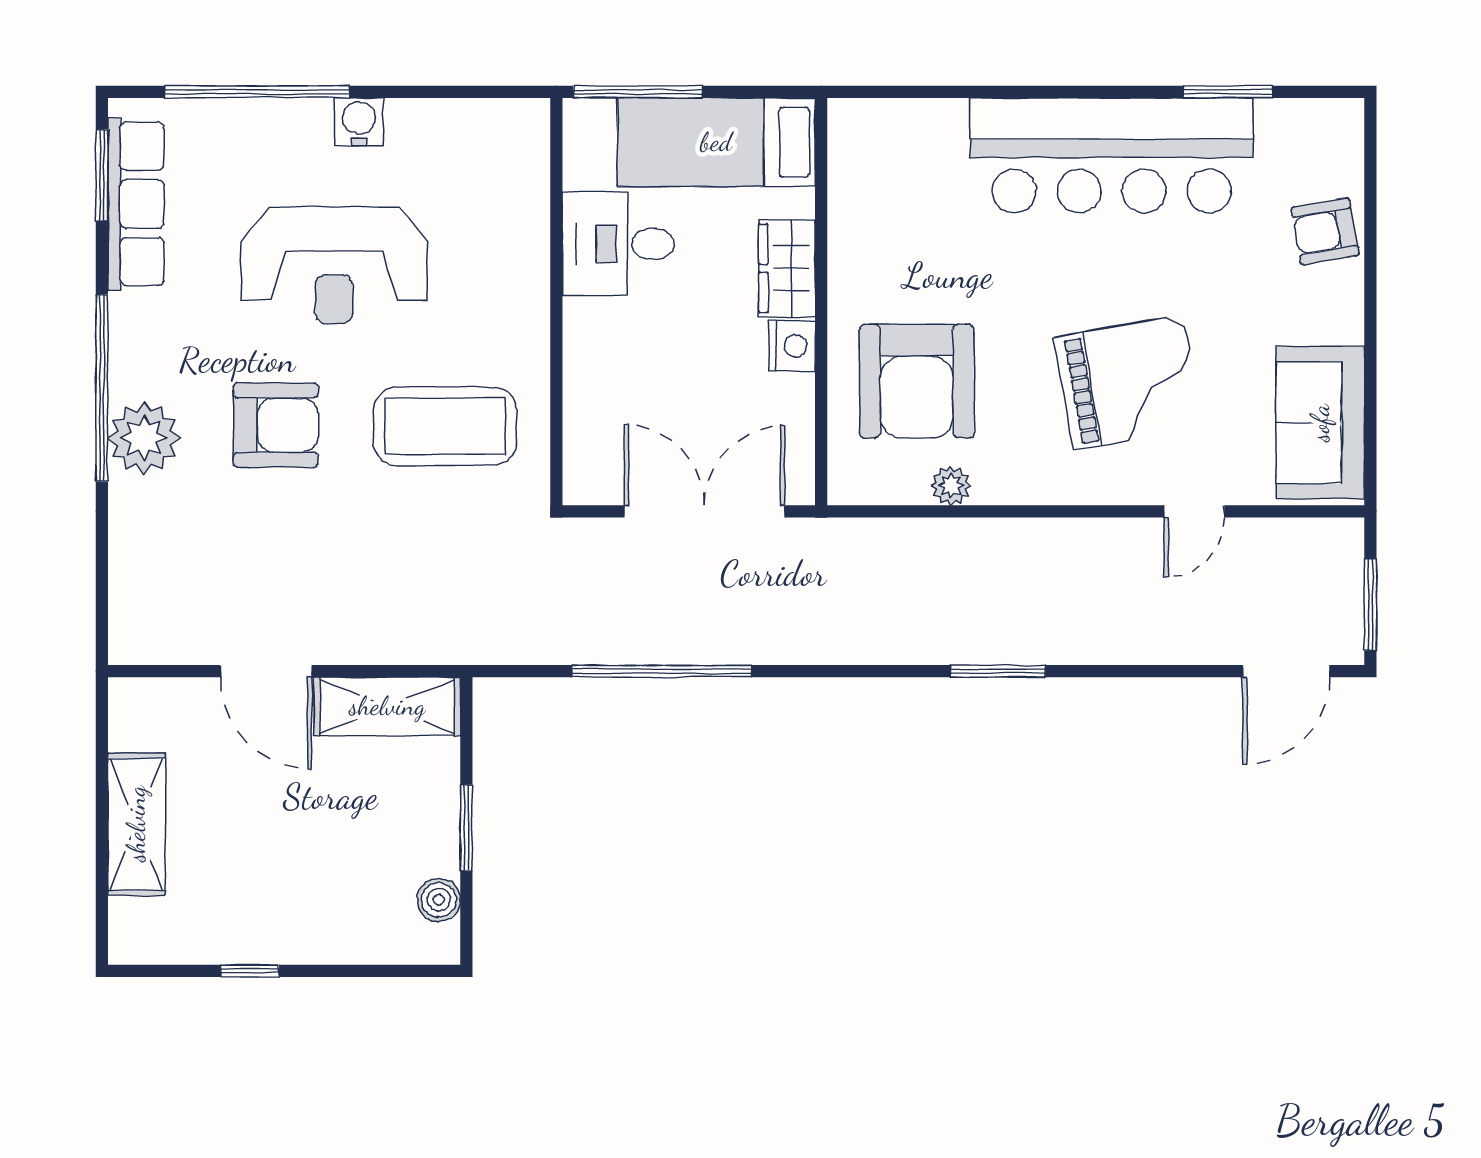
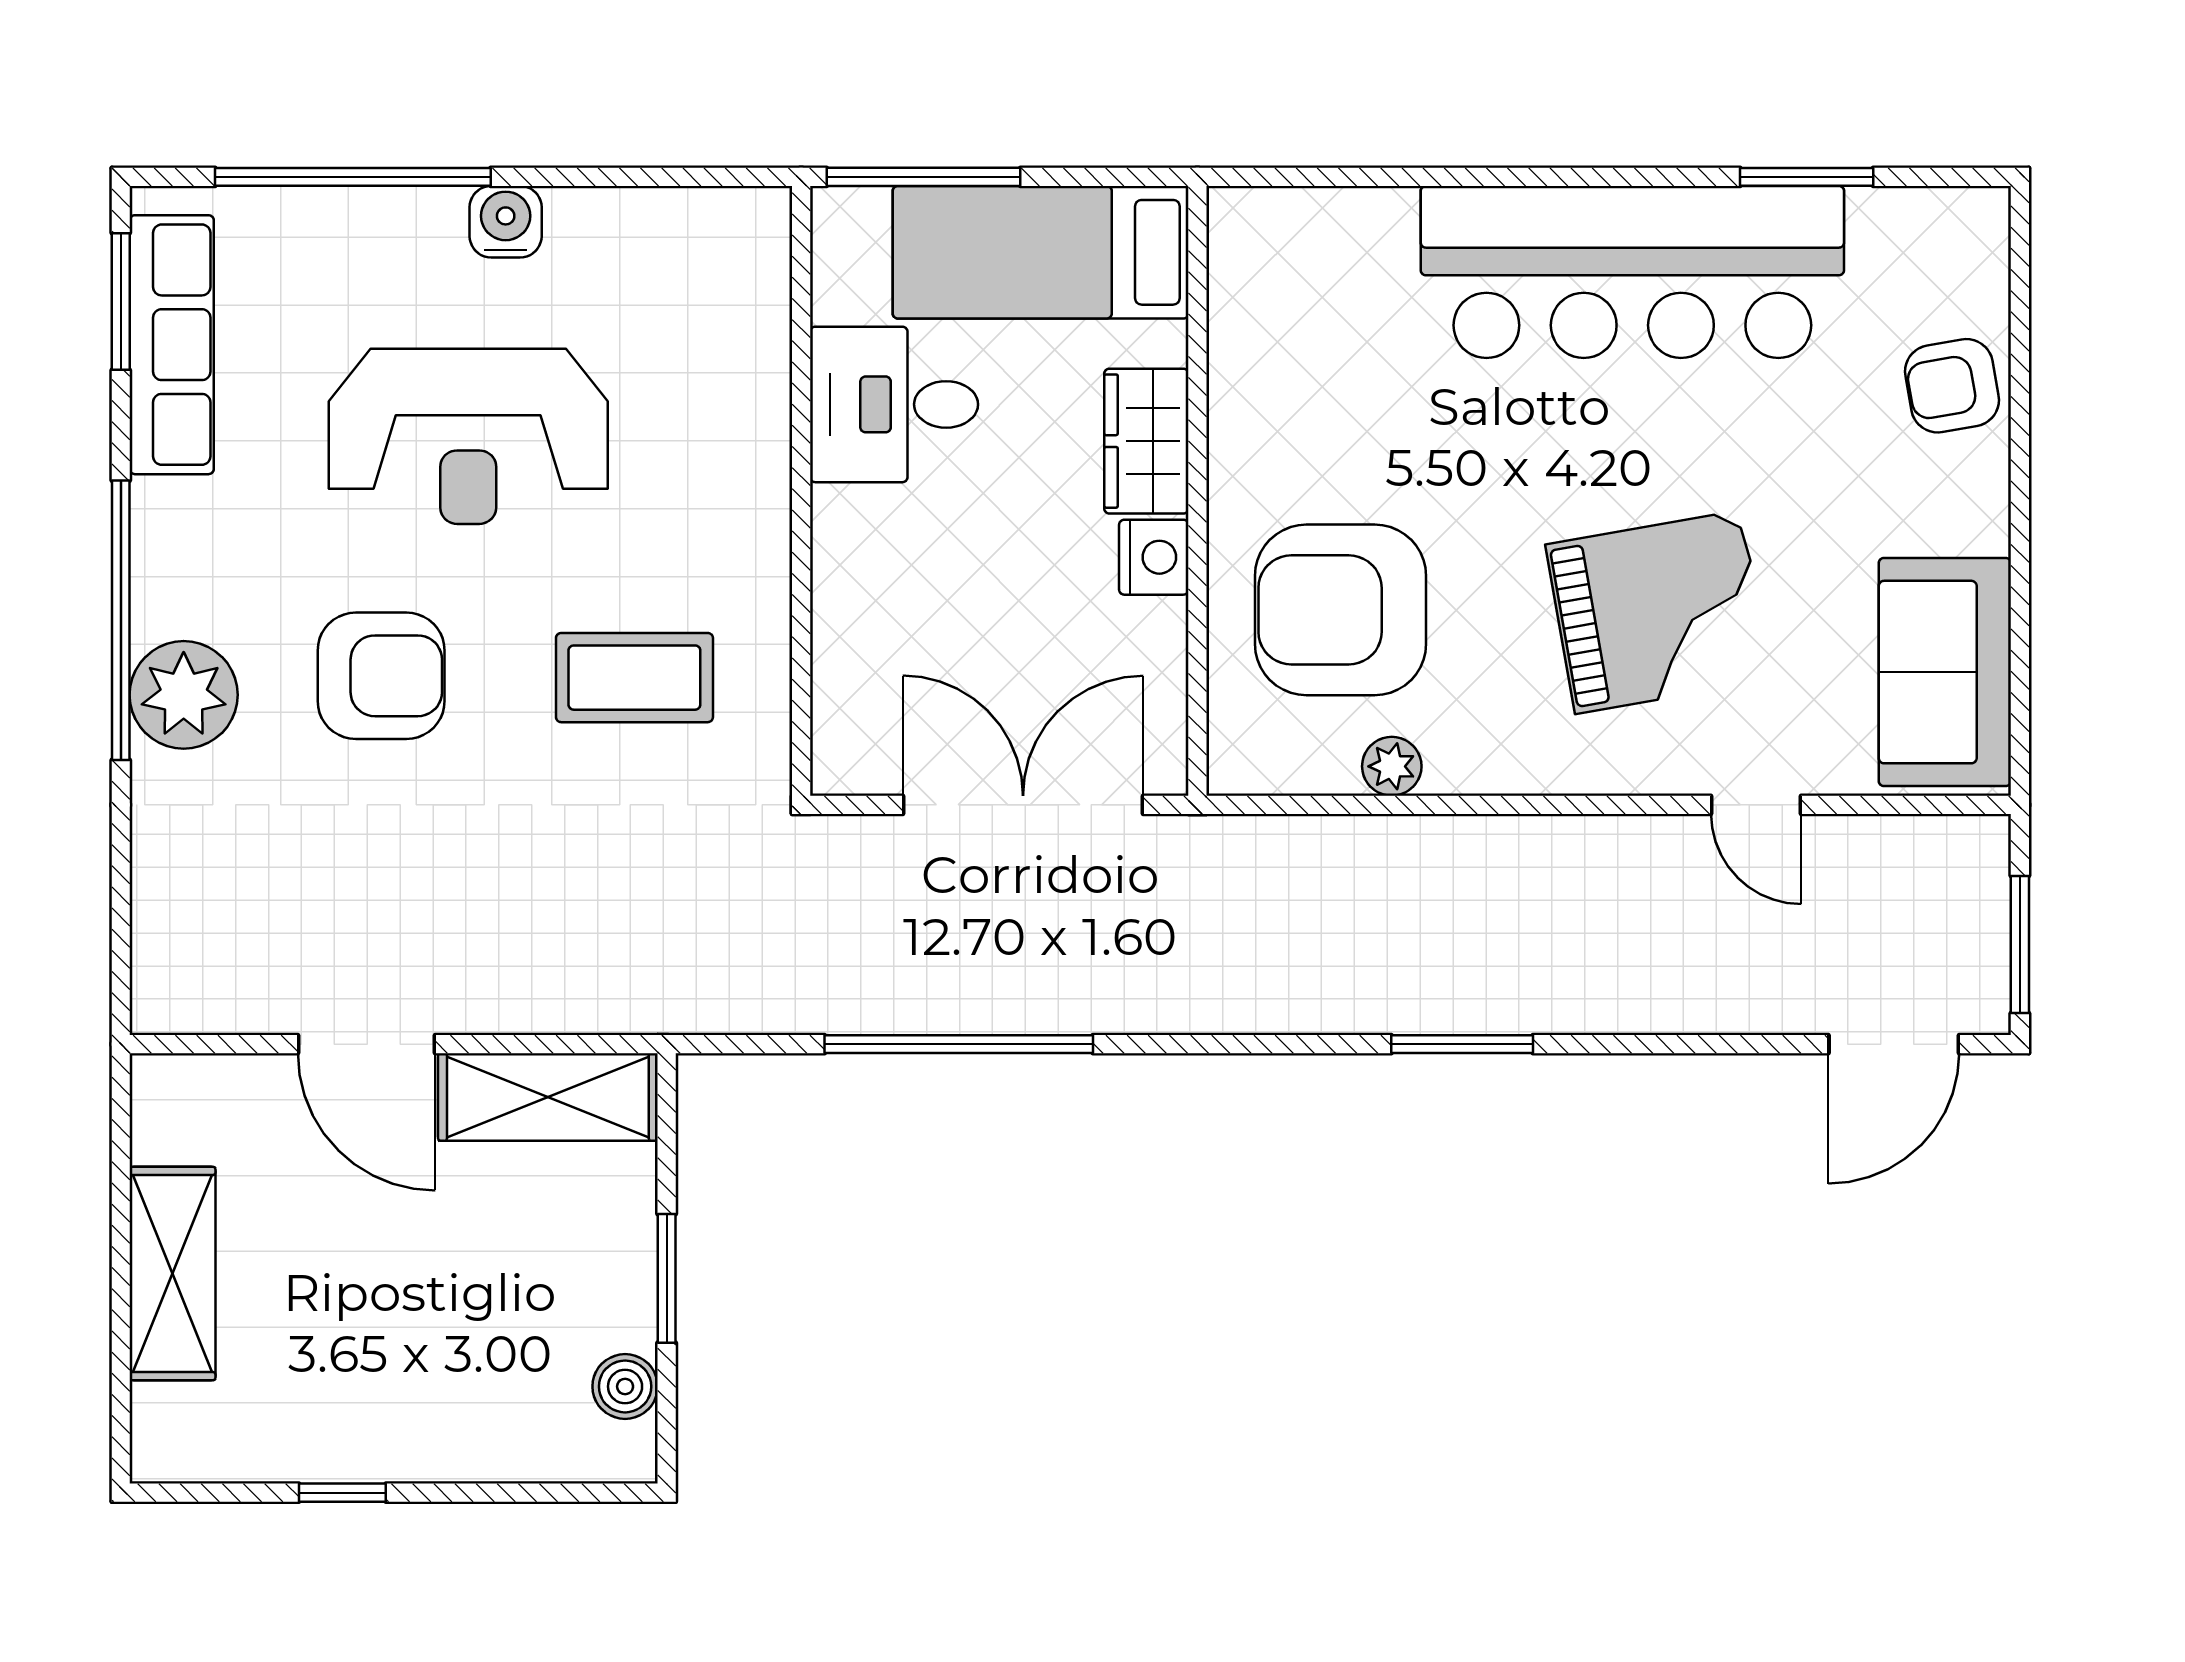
armchair: (917, 381) -> (1341, 610), turned 90
coffee table: (445, 426) -> (634, 678), width x0.73, depth x0.76
door: (1194, 511) -> (1756, 805), hinge flipped

